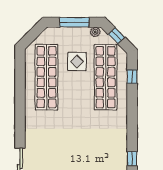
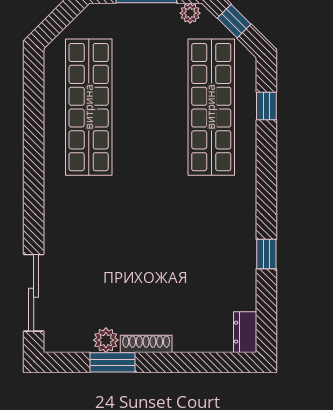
display table: (77, 62) -> (152, 75), removed
window: (132, 159) -> (266, 254), moved

